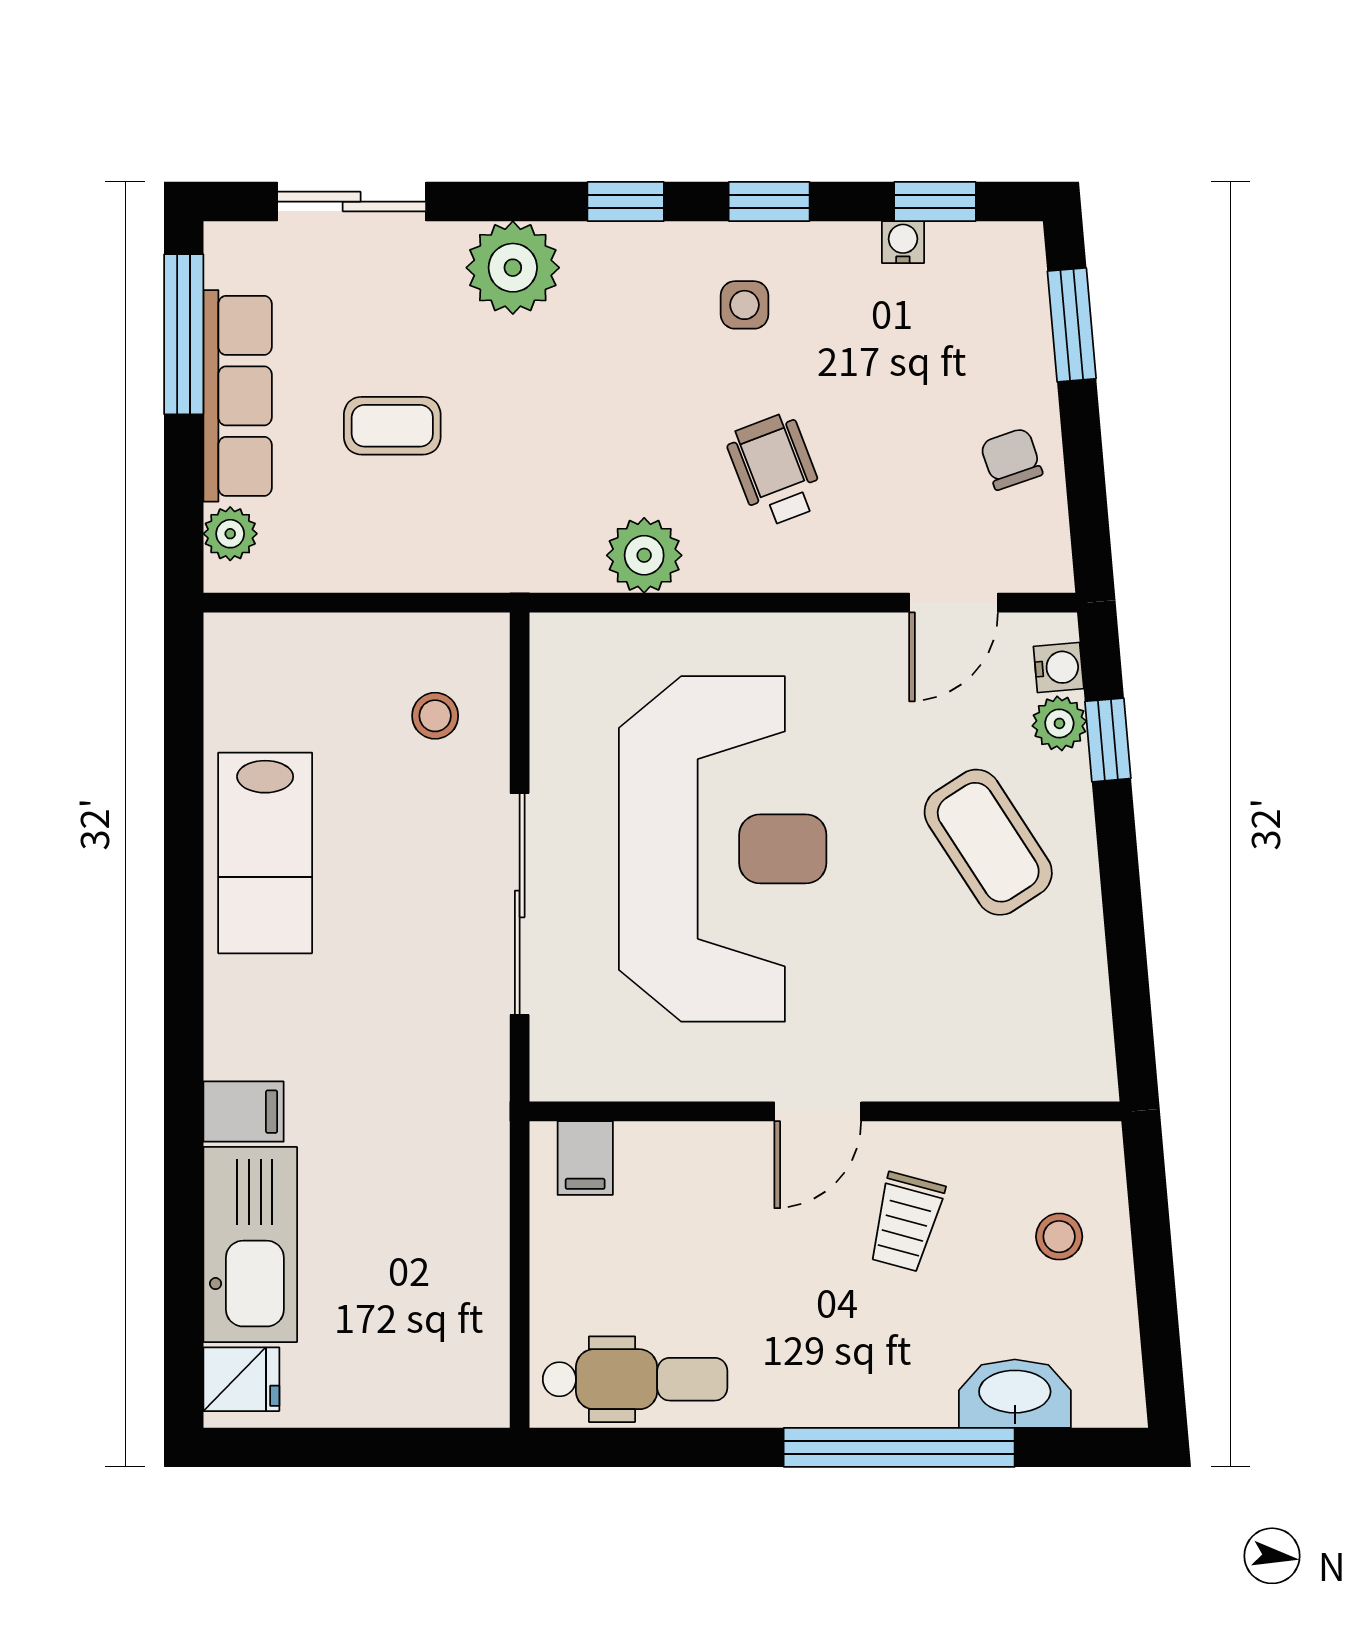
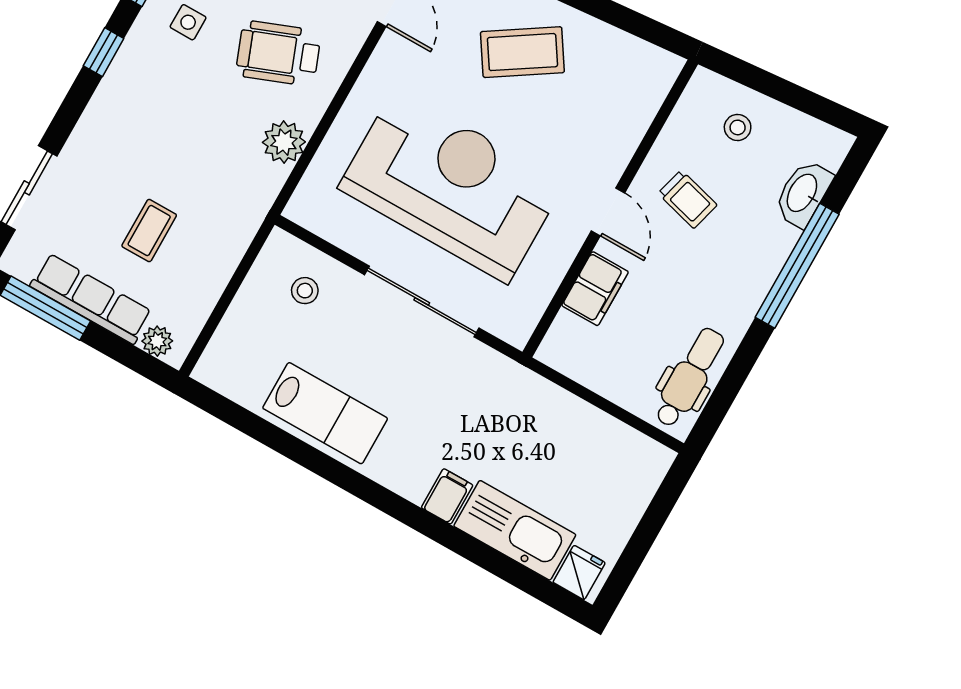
plant: (513, 268) -> (105, 127), removed
wheelchair: (775, 470) -> (278, 53), width x1.36, depth x1.37
filing cabinet: (585, 1158) -> (595, 289), moved, width x2.00

